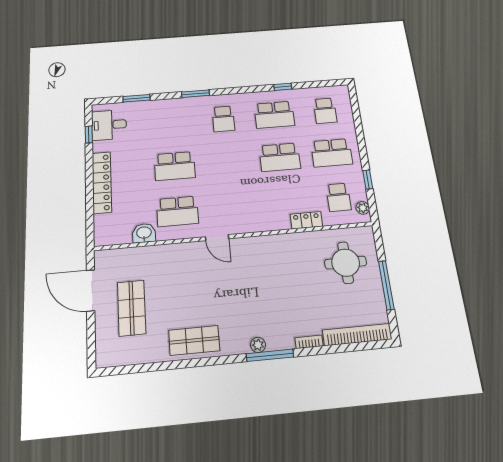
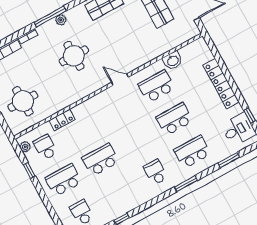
school desk: (274, 115) -> (192, 152), moved
round table: (260, 291) -> (74, 56), added

